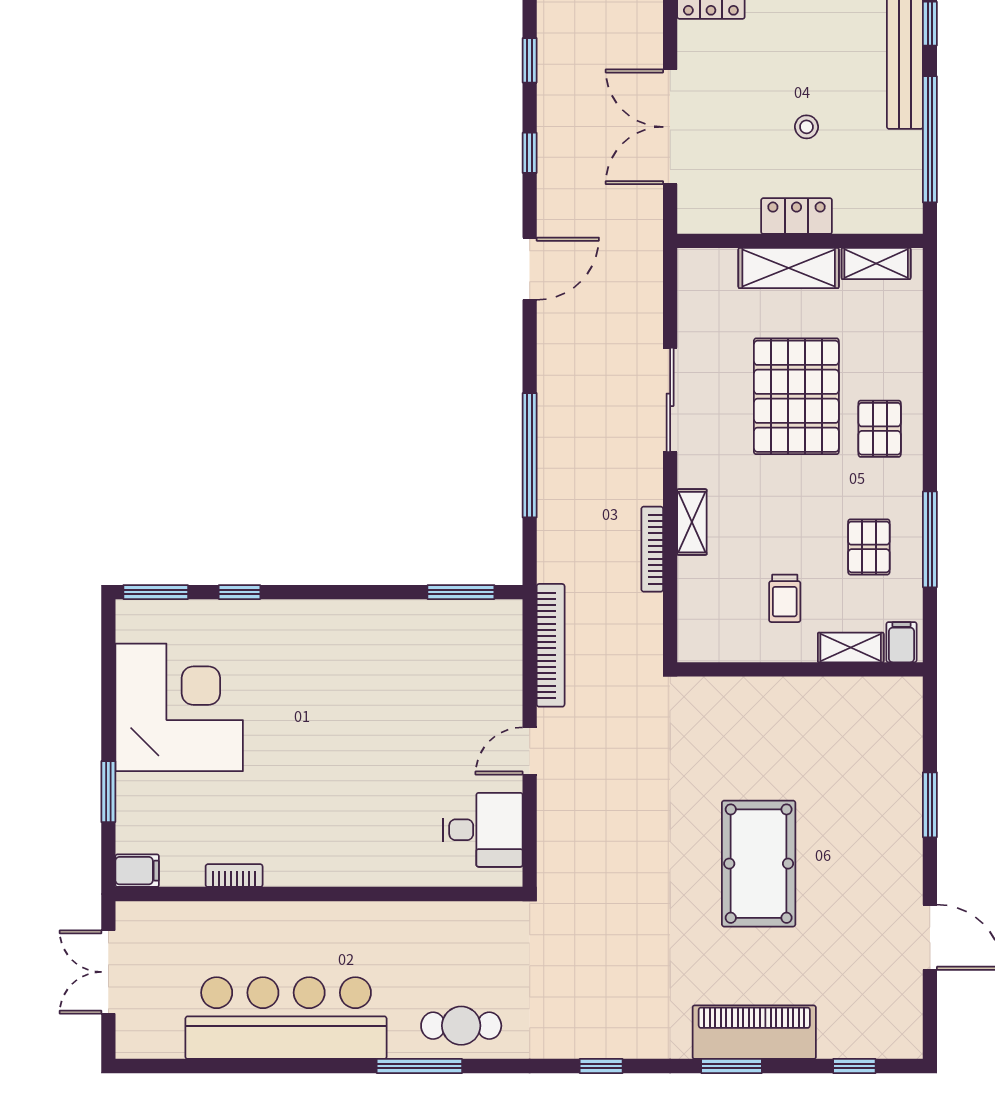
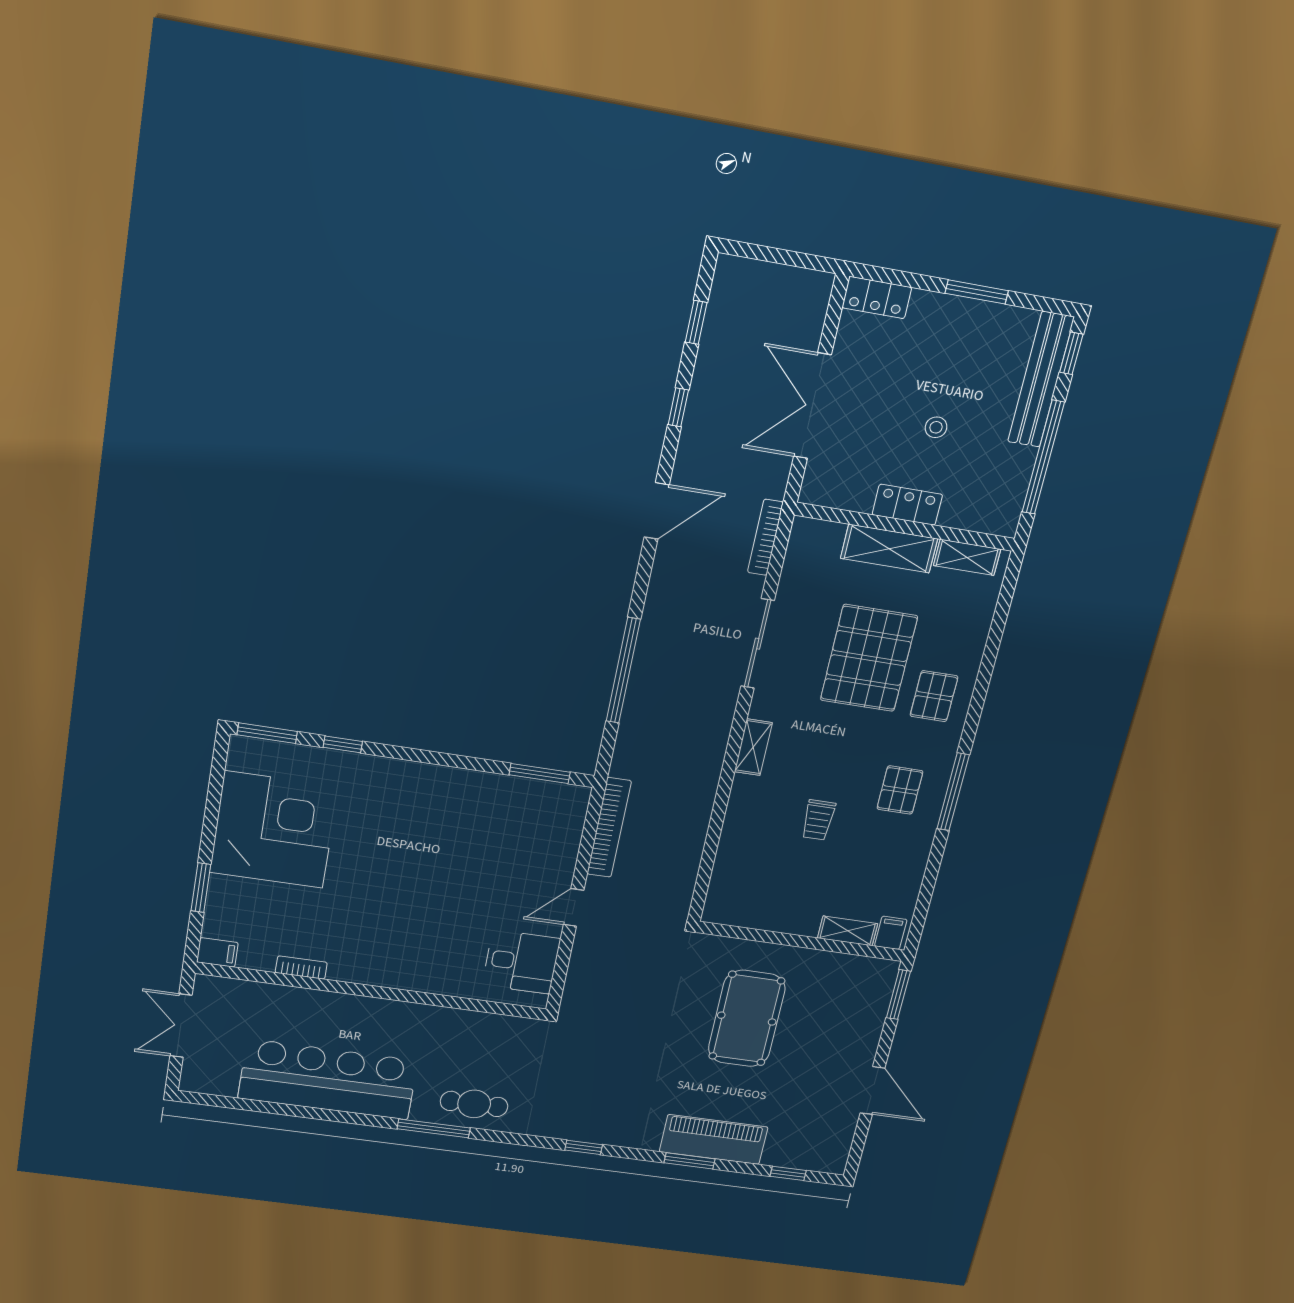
bookcase: (652, 549) -> (765, 537), moved
filing cabinet: (901, 642) -> (891, 933), moved
shelving: (851, 647) -> (848, 931), moved
wall: (800, 669) -> (801, 941), moved

